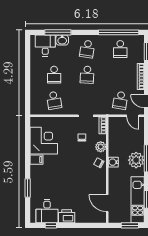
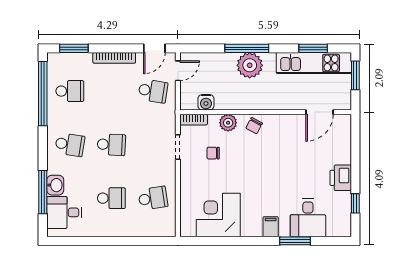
filing cabinet: (36, 160) -> (271, 227), moved
water cooler: (113, 162) -> (206, 102), moved
desk: (47, 211) -> (308, 218), moved, turned 90

